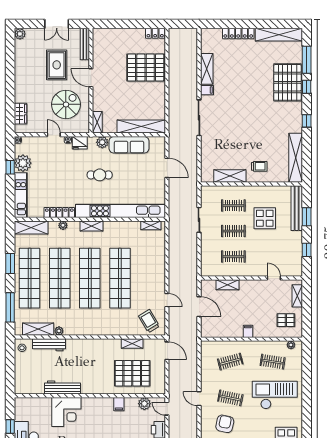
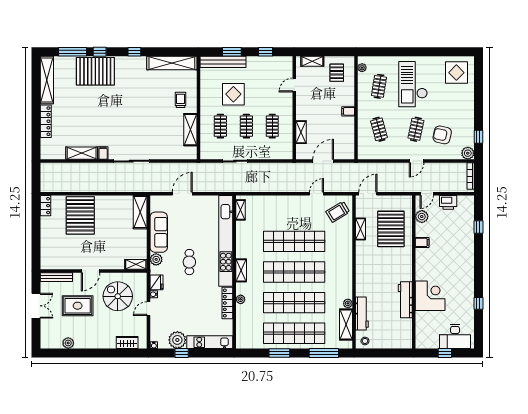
plant: (20, 34) -> (68, 343), moved
shelving: (141, 127) -> (140, 212), width x0.68
shelving: (31, 228) -> (243, 332), removed

